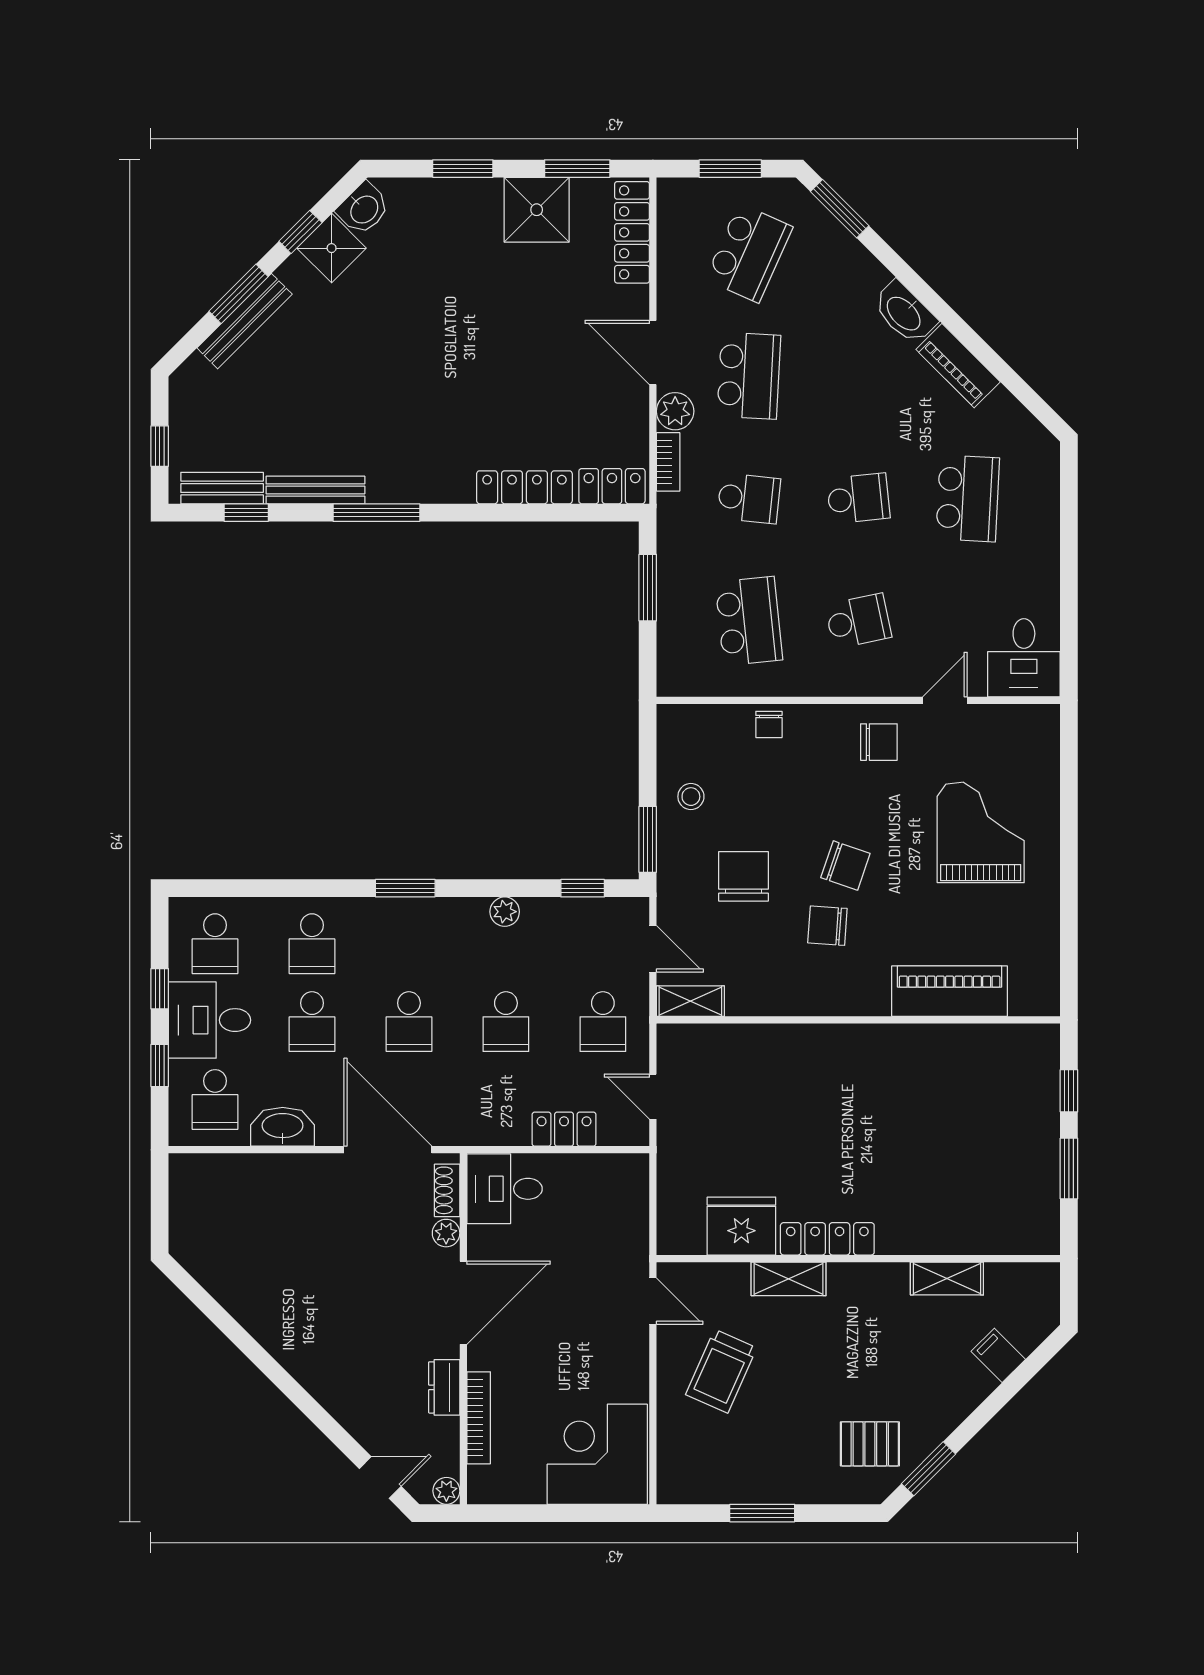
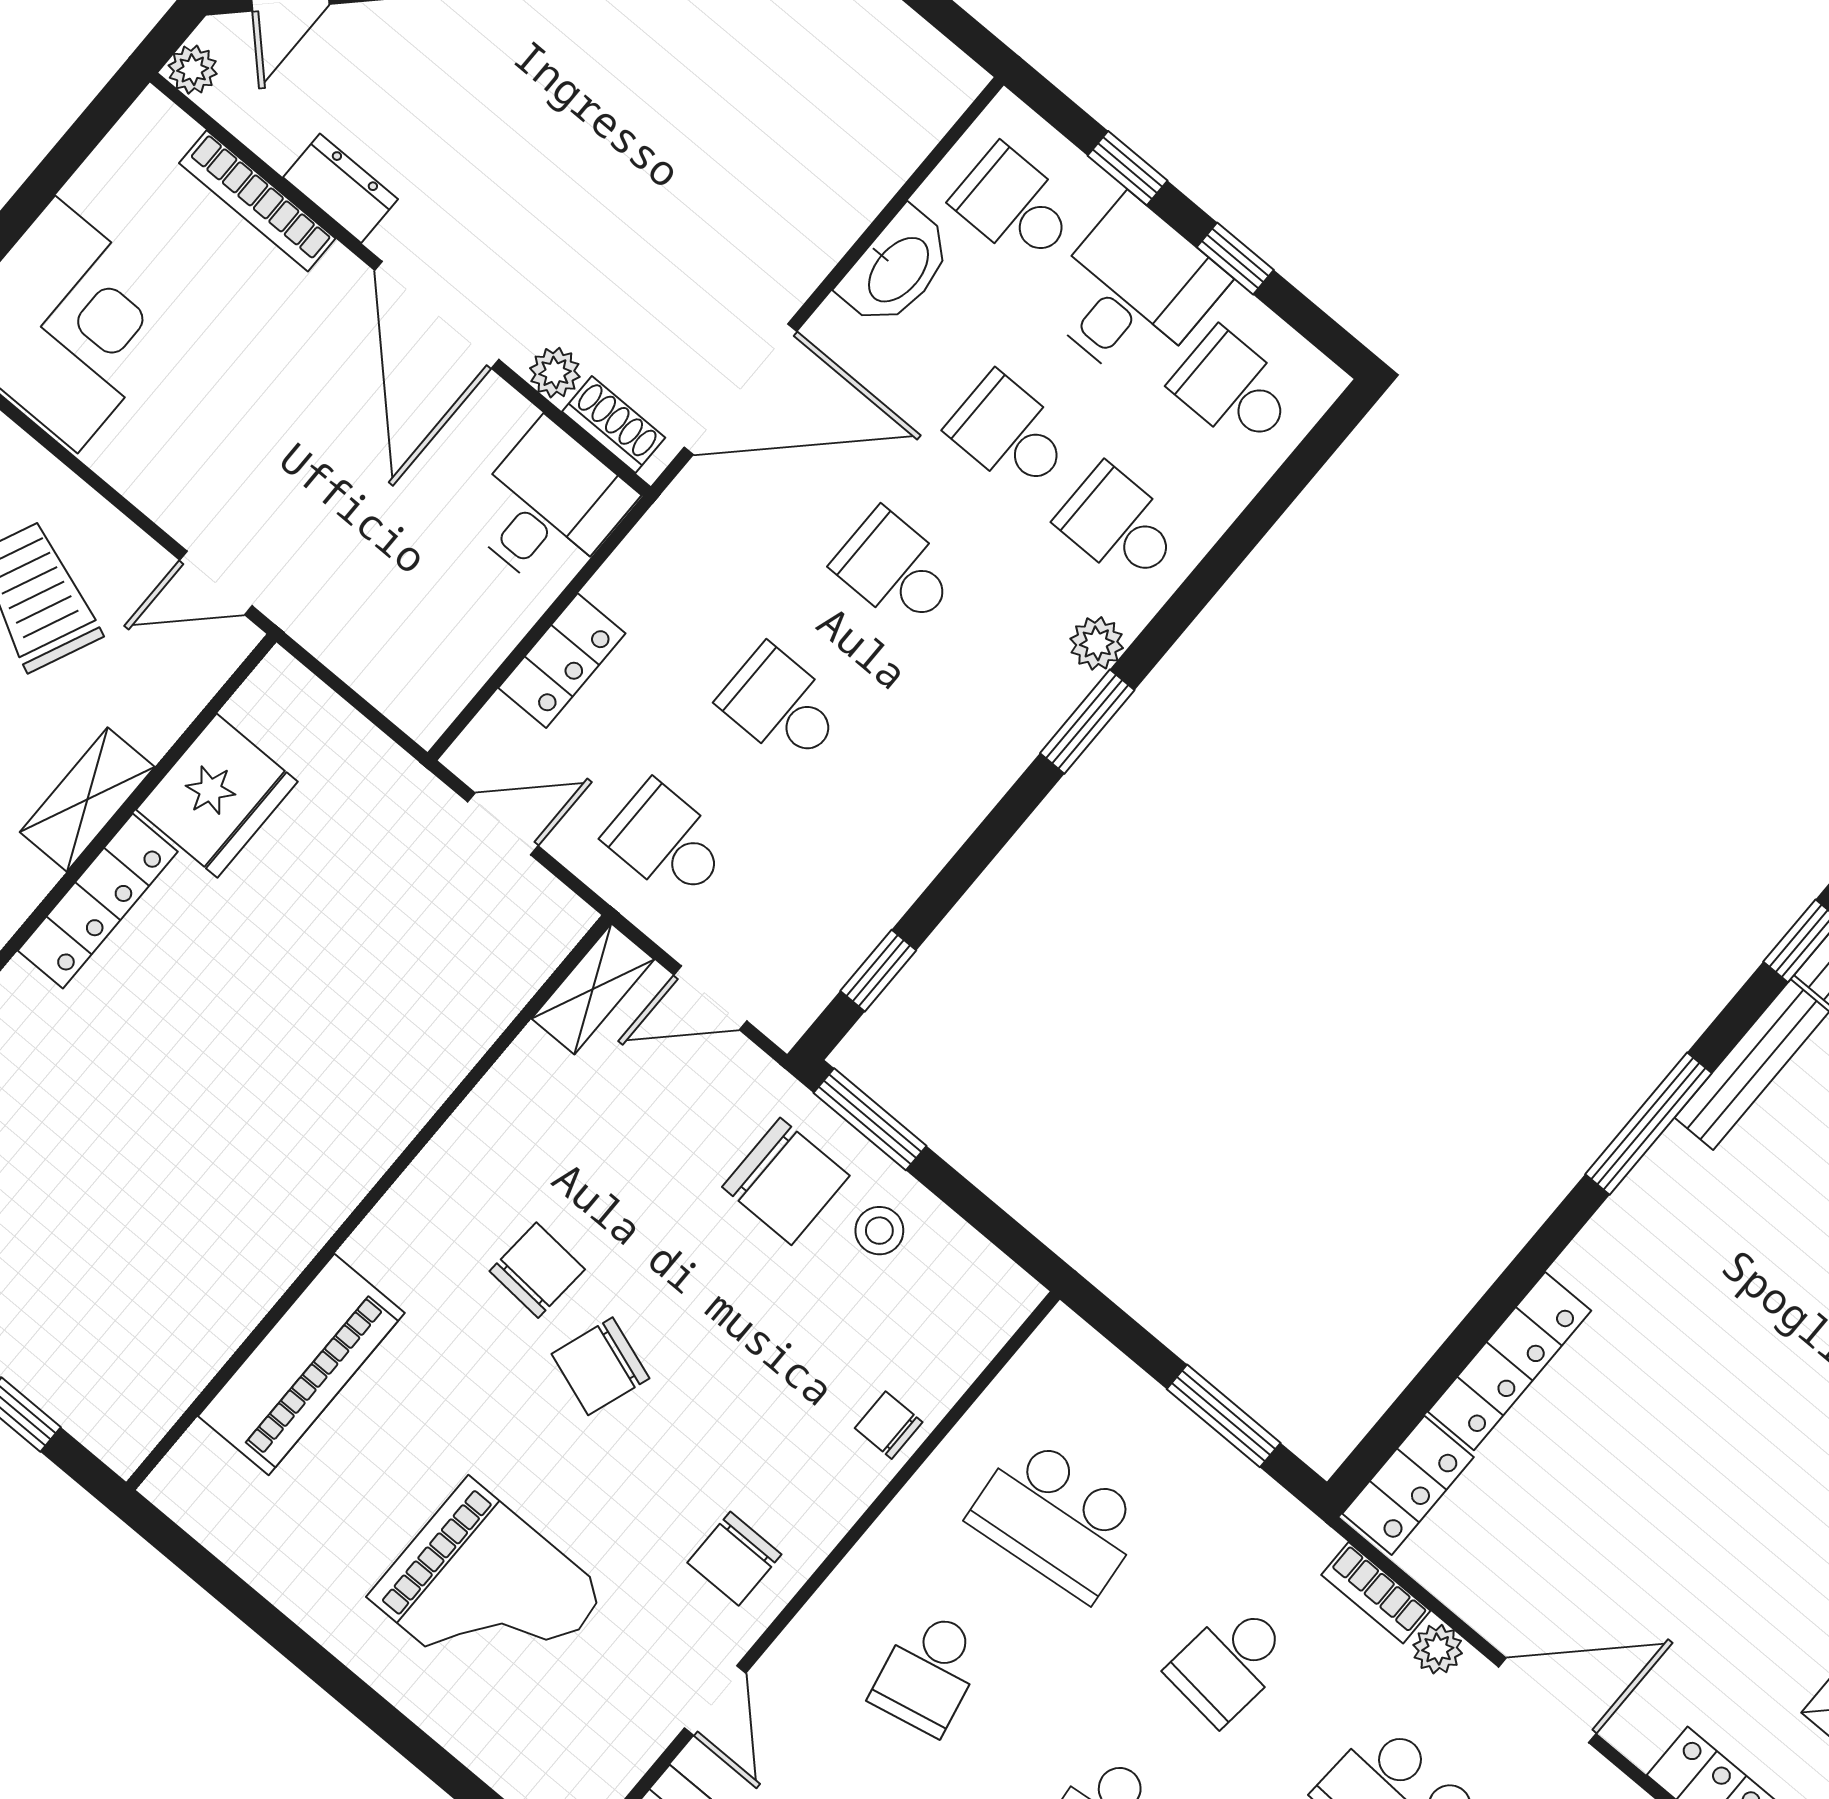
plant: (675, 411) -> (1438, 1649), width x0.73, depth x0.73
chair: (743, 876) -> (786, 1181), moved
plant: (505, 912) -> (1097, 643), moved

